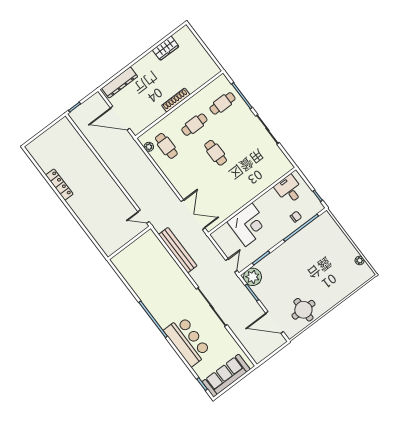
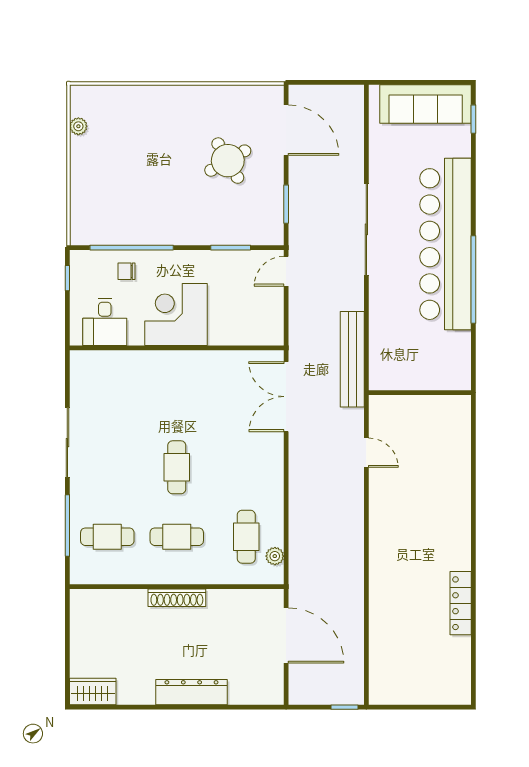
wardrobe: (166, 48) -> (93, 691), moved
dresser: (120, 82) -> (191, 692), moved
corner desk: (249, 225) -> (176, 315), moved
wall: (129, 243) -> (420, 393), moved
plant: (253, 277) -> (266, 228), removed
round table: (303, 310) -> (228, 161), moved, turned -30
bar counter: (187, 341) -> (446, 244), width x1.86

